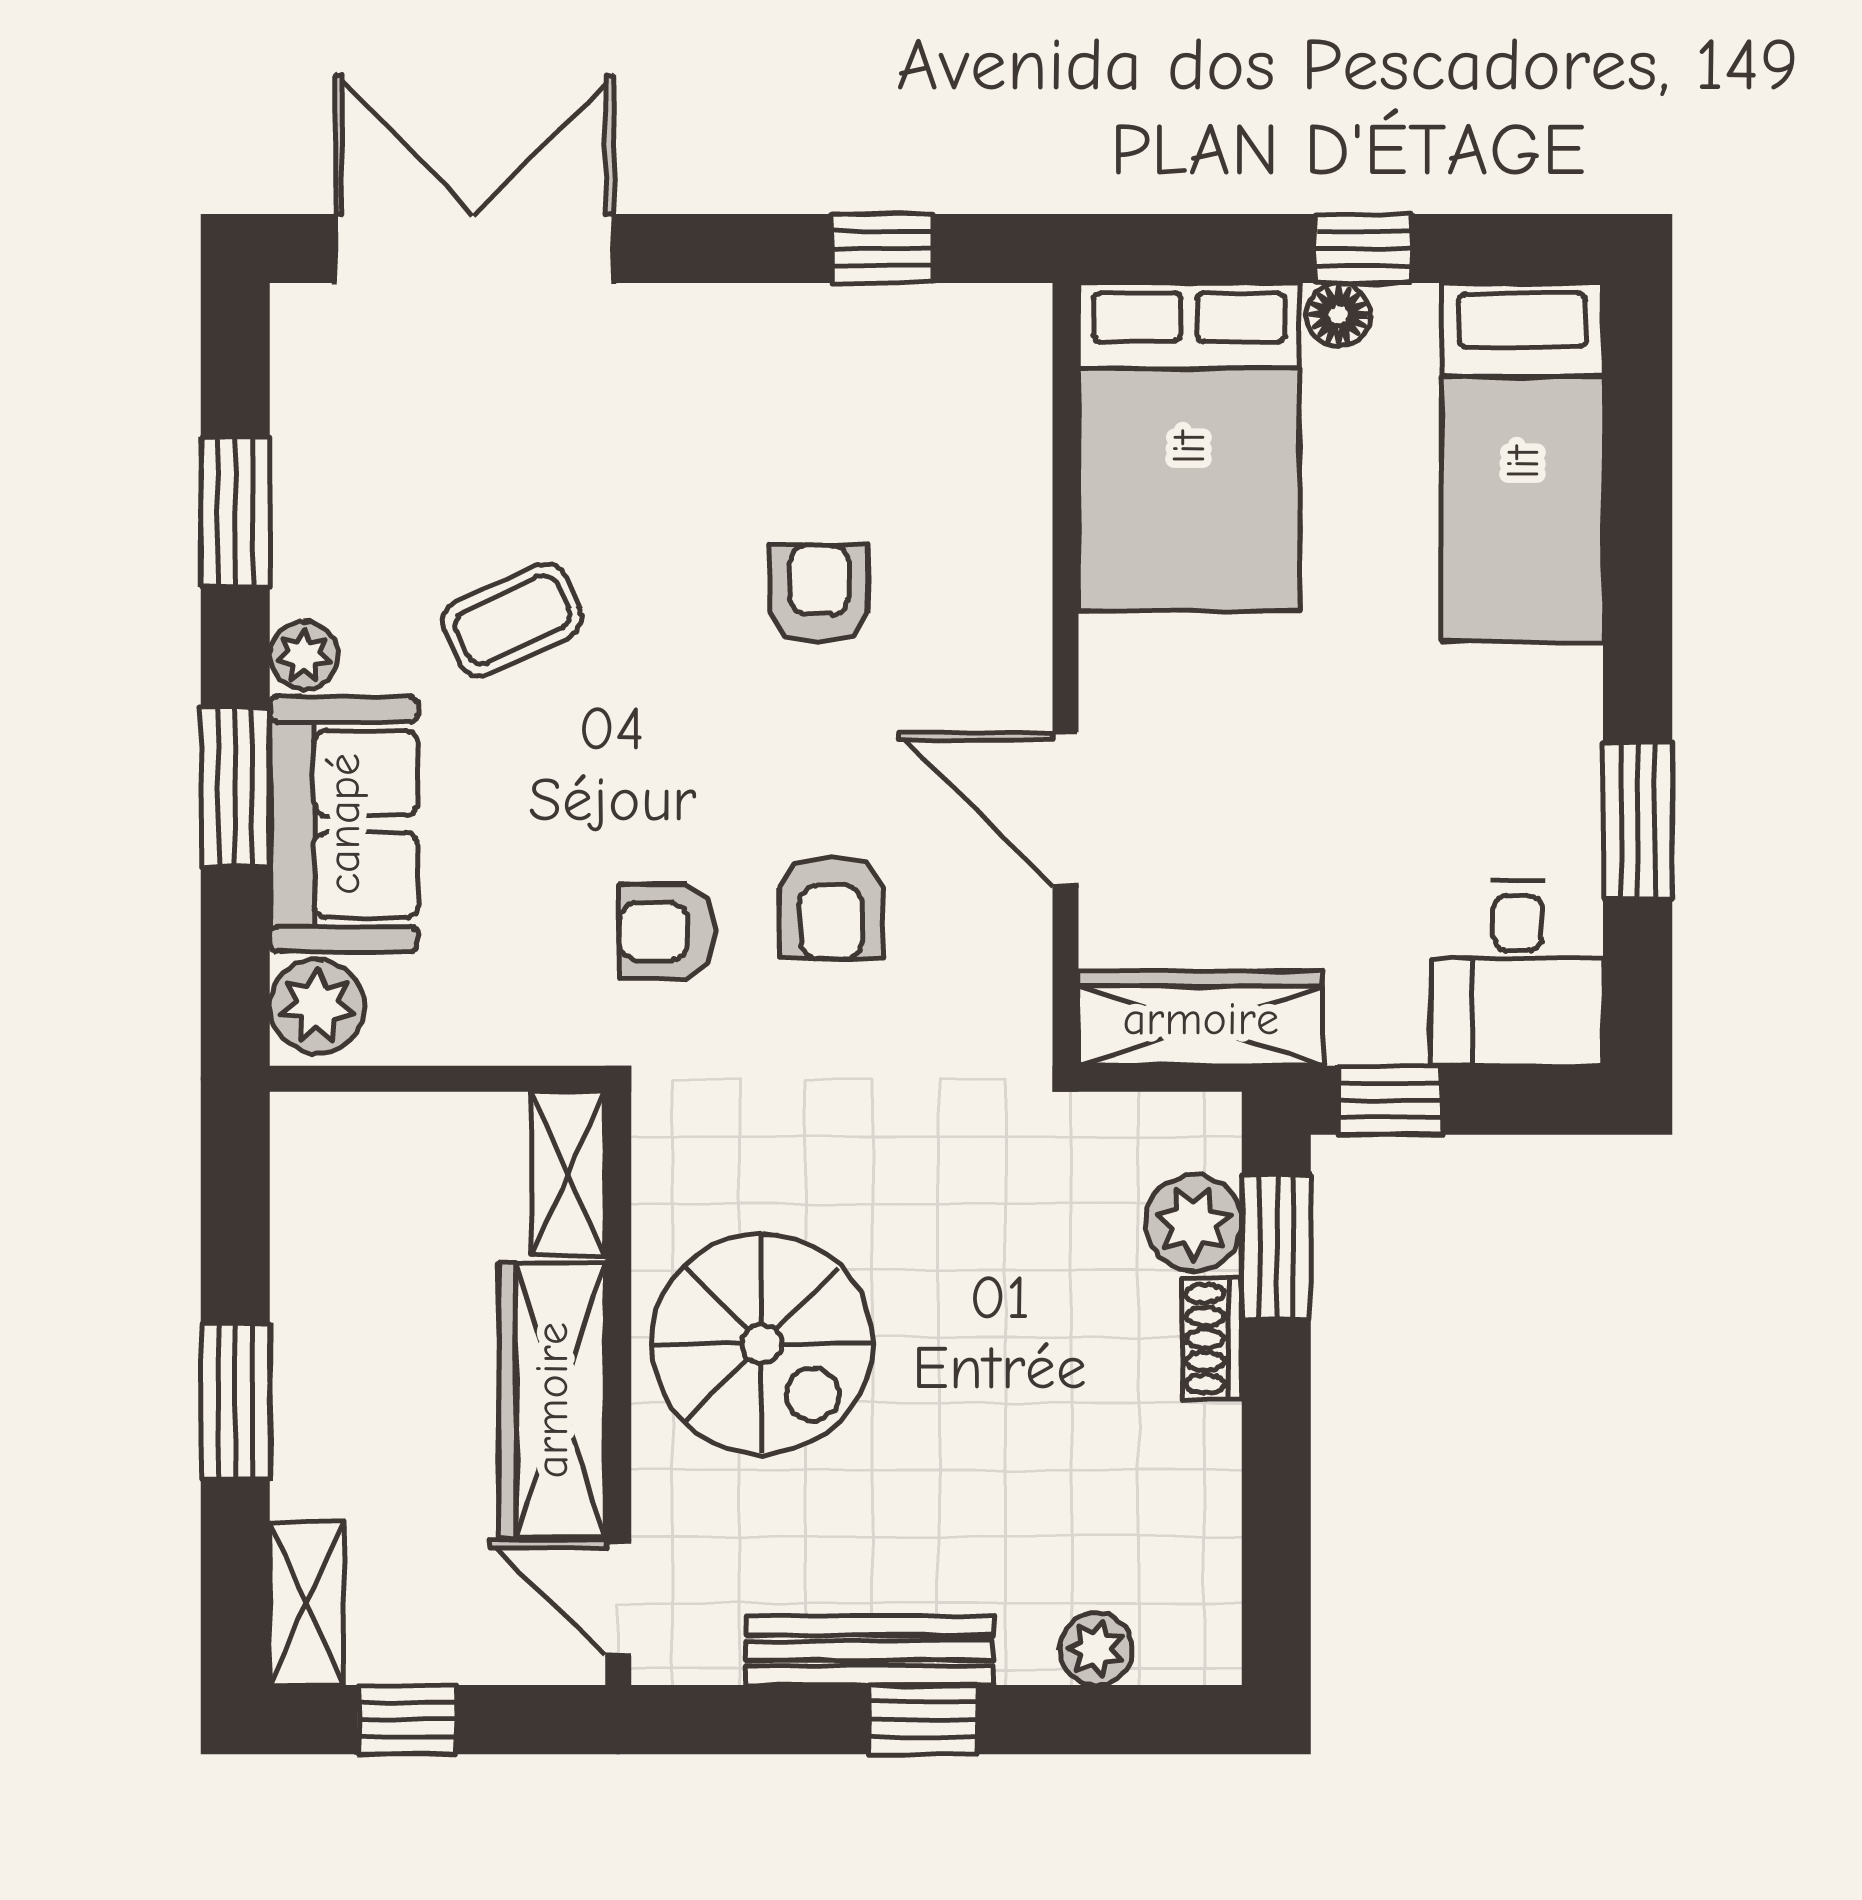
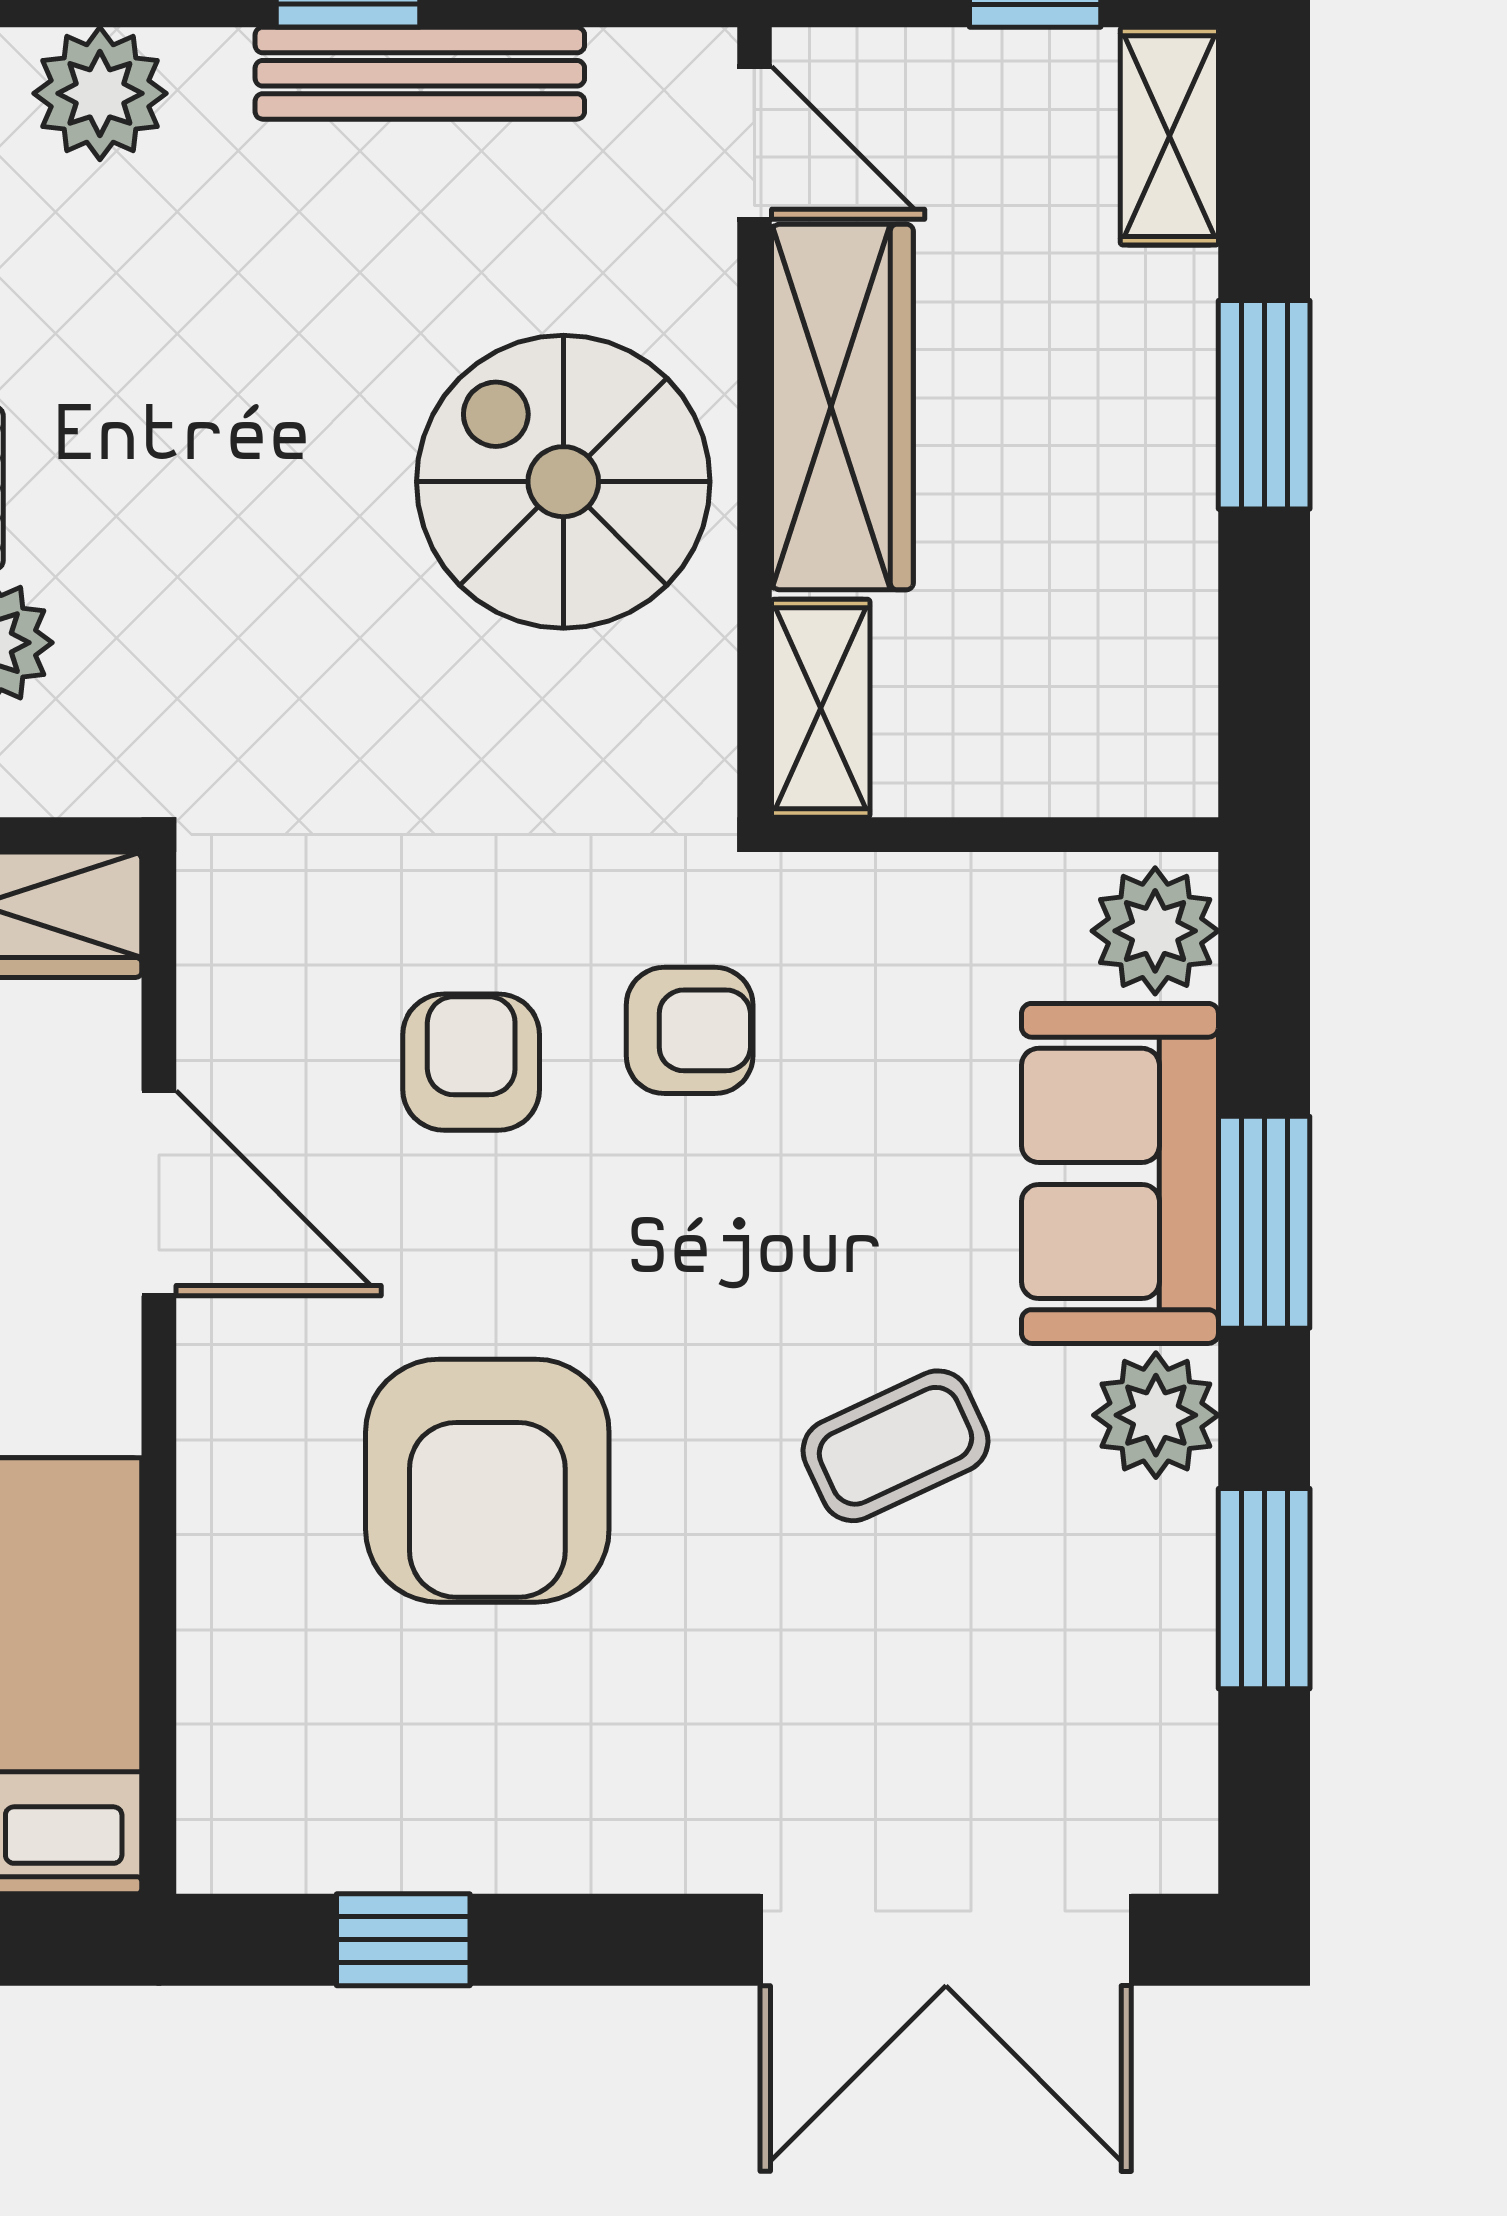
armchair: (819, 593) -> (487, 1481), width x1.88, depth x1.88
plant: (304, 655) -> (1156, 1415), width x1.38, depth x1.38
plant: (1096, 1649) -> (100, 93), width x1.38, depth x1.38

